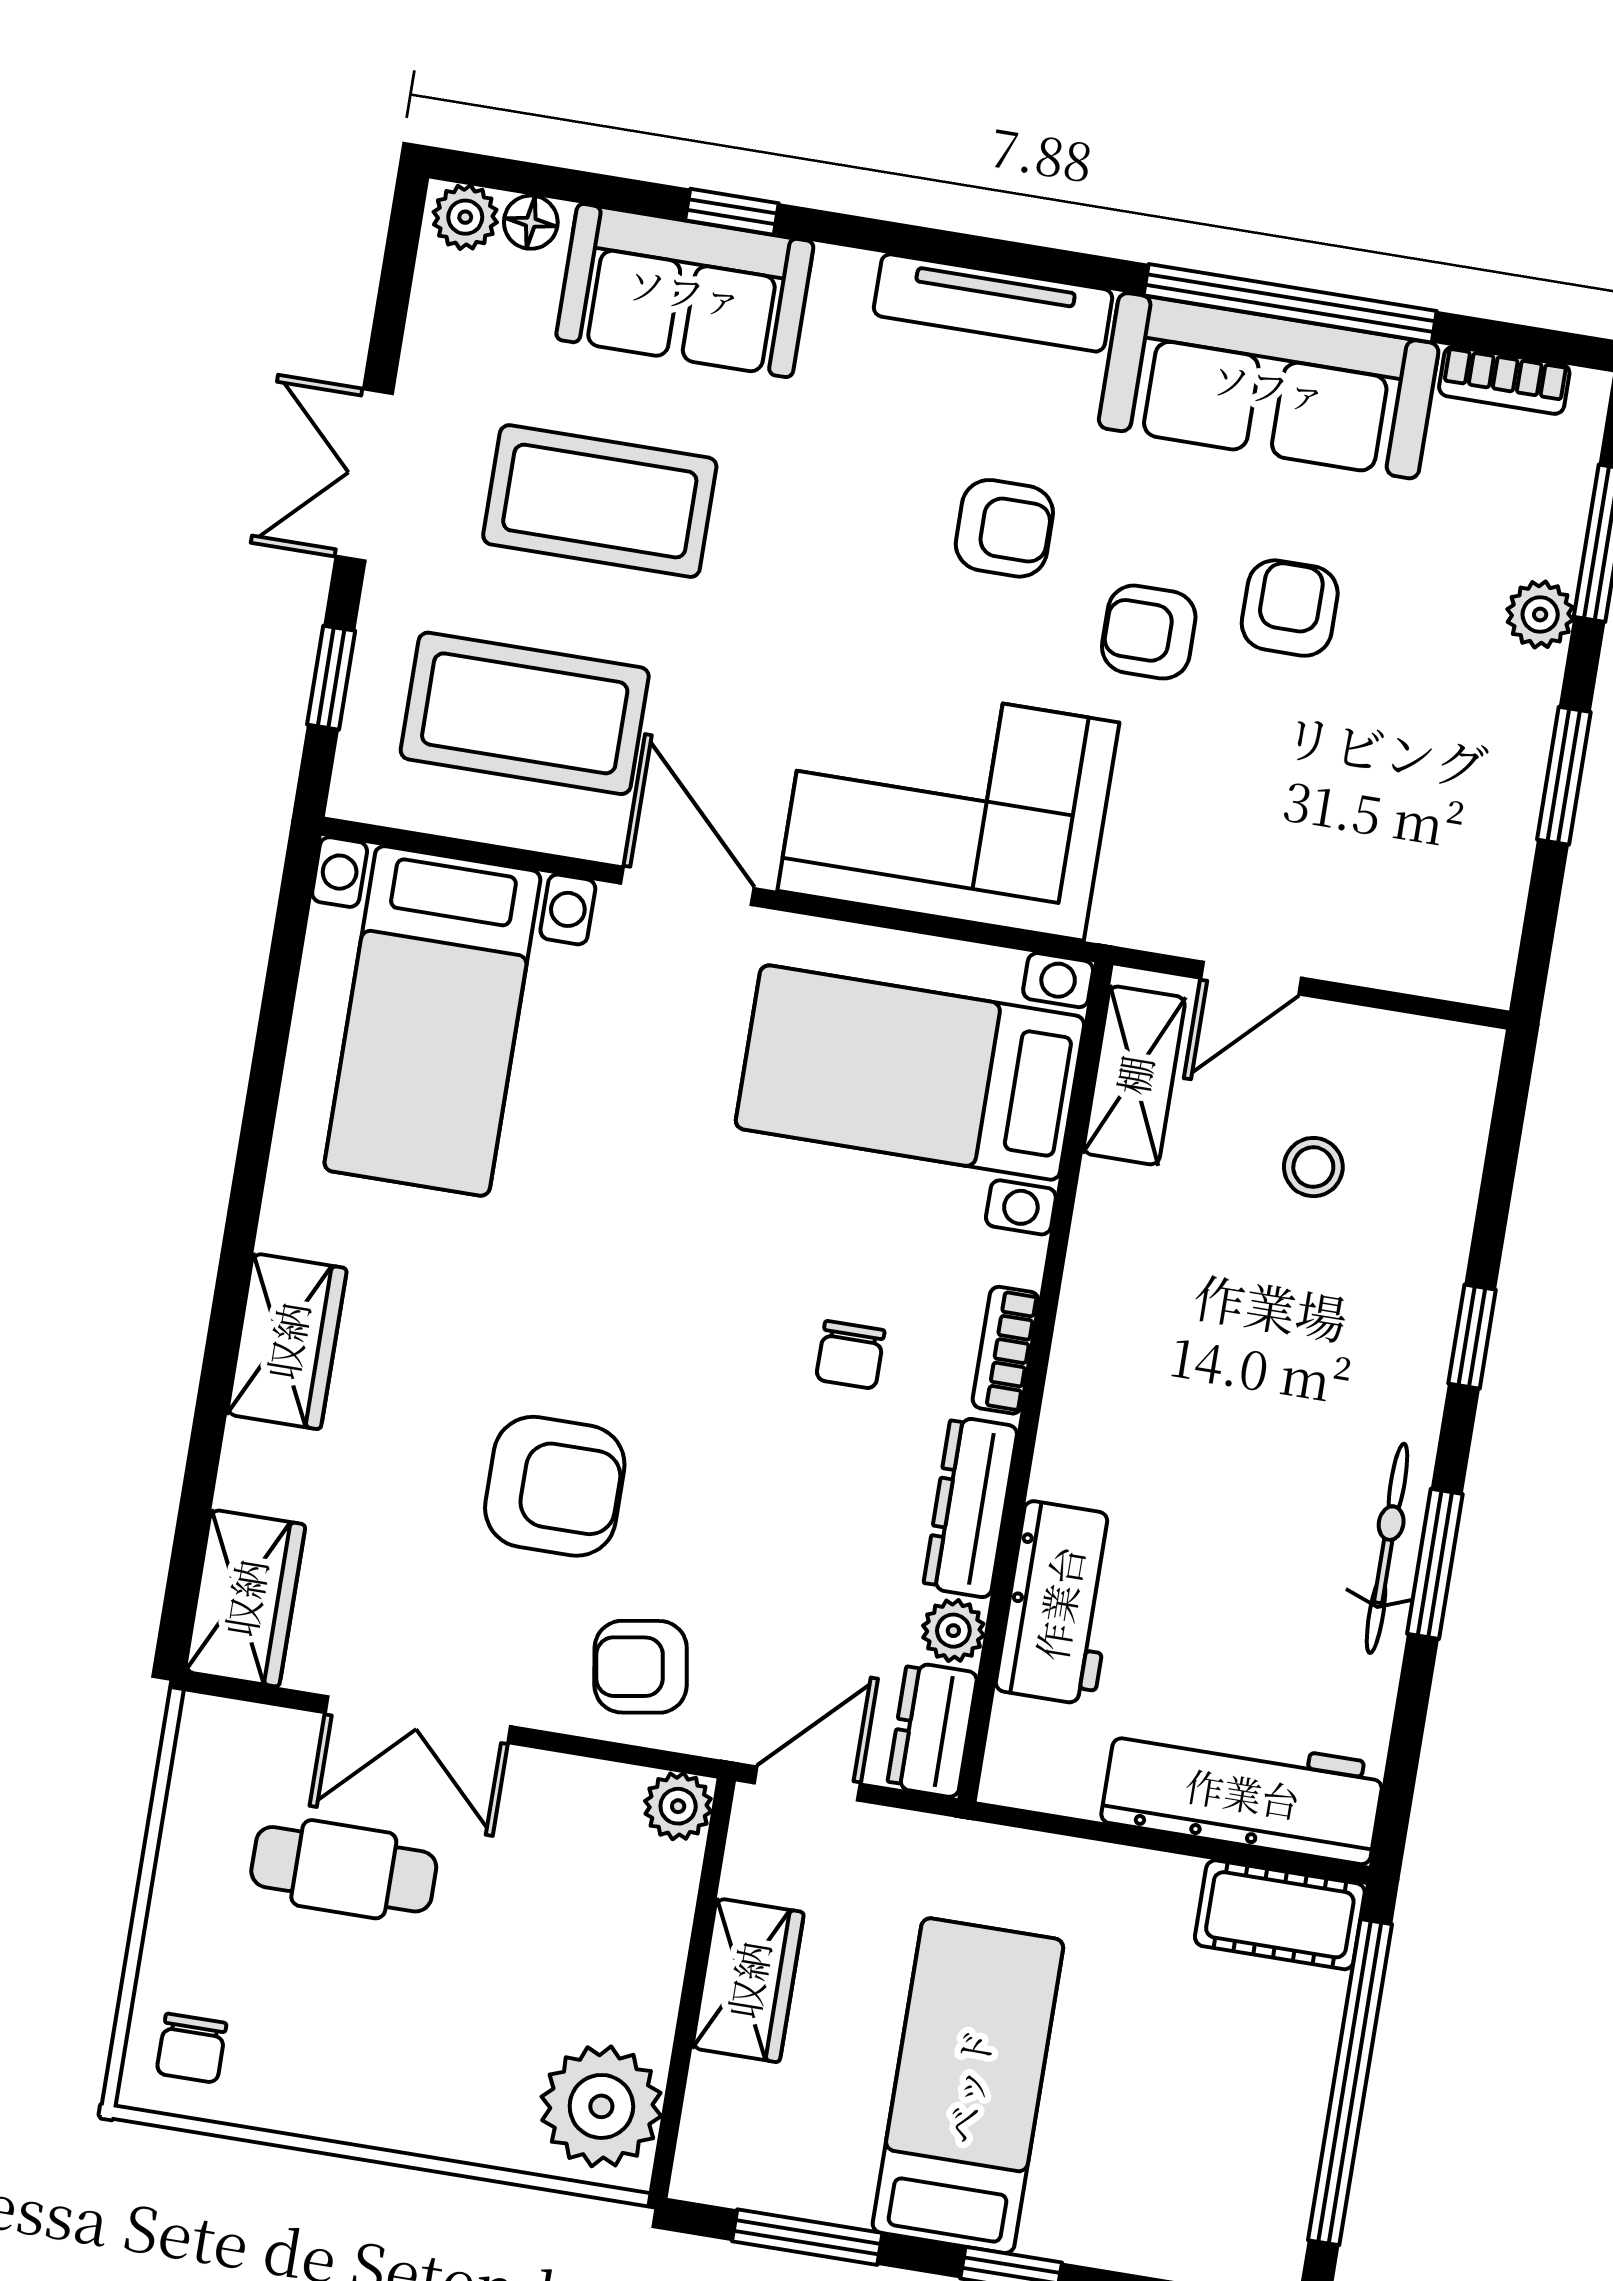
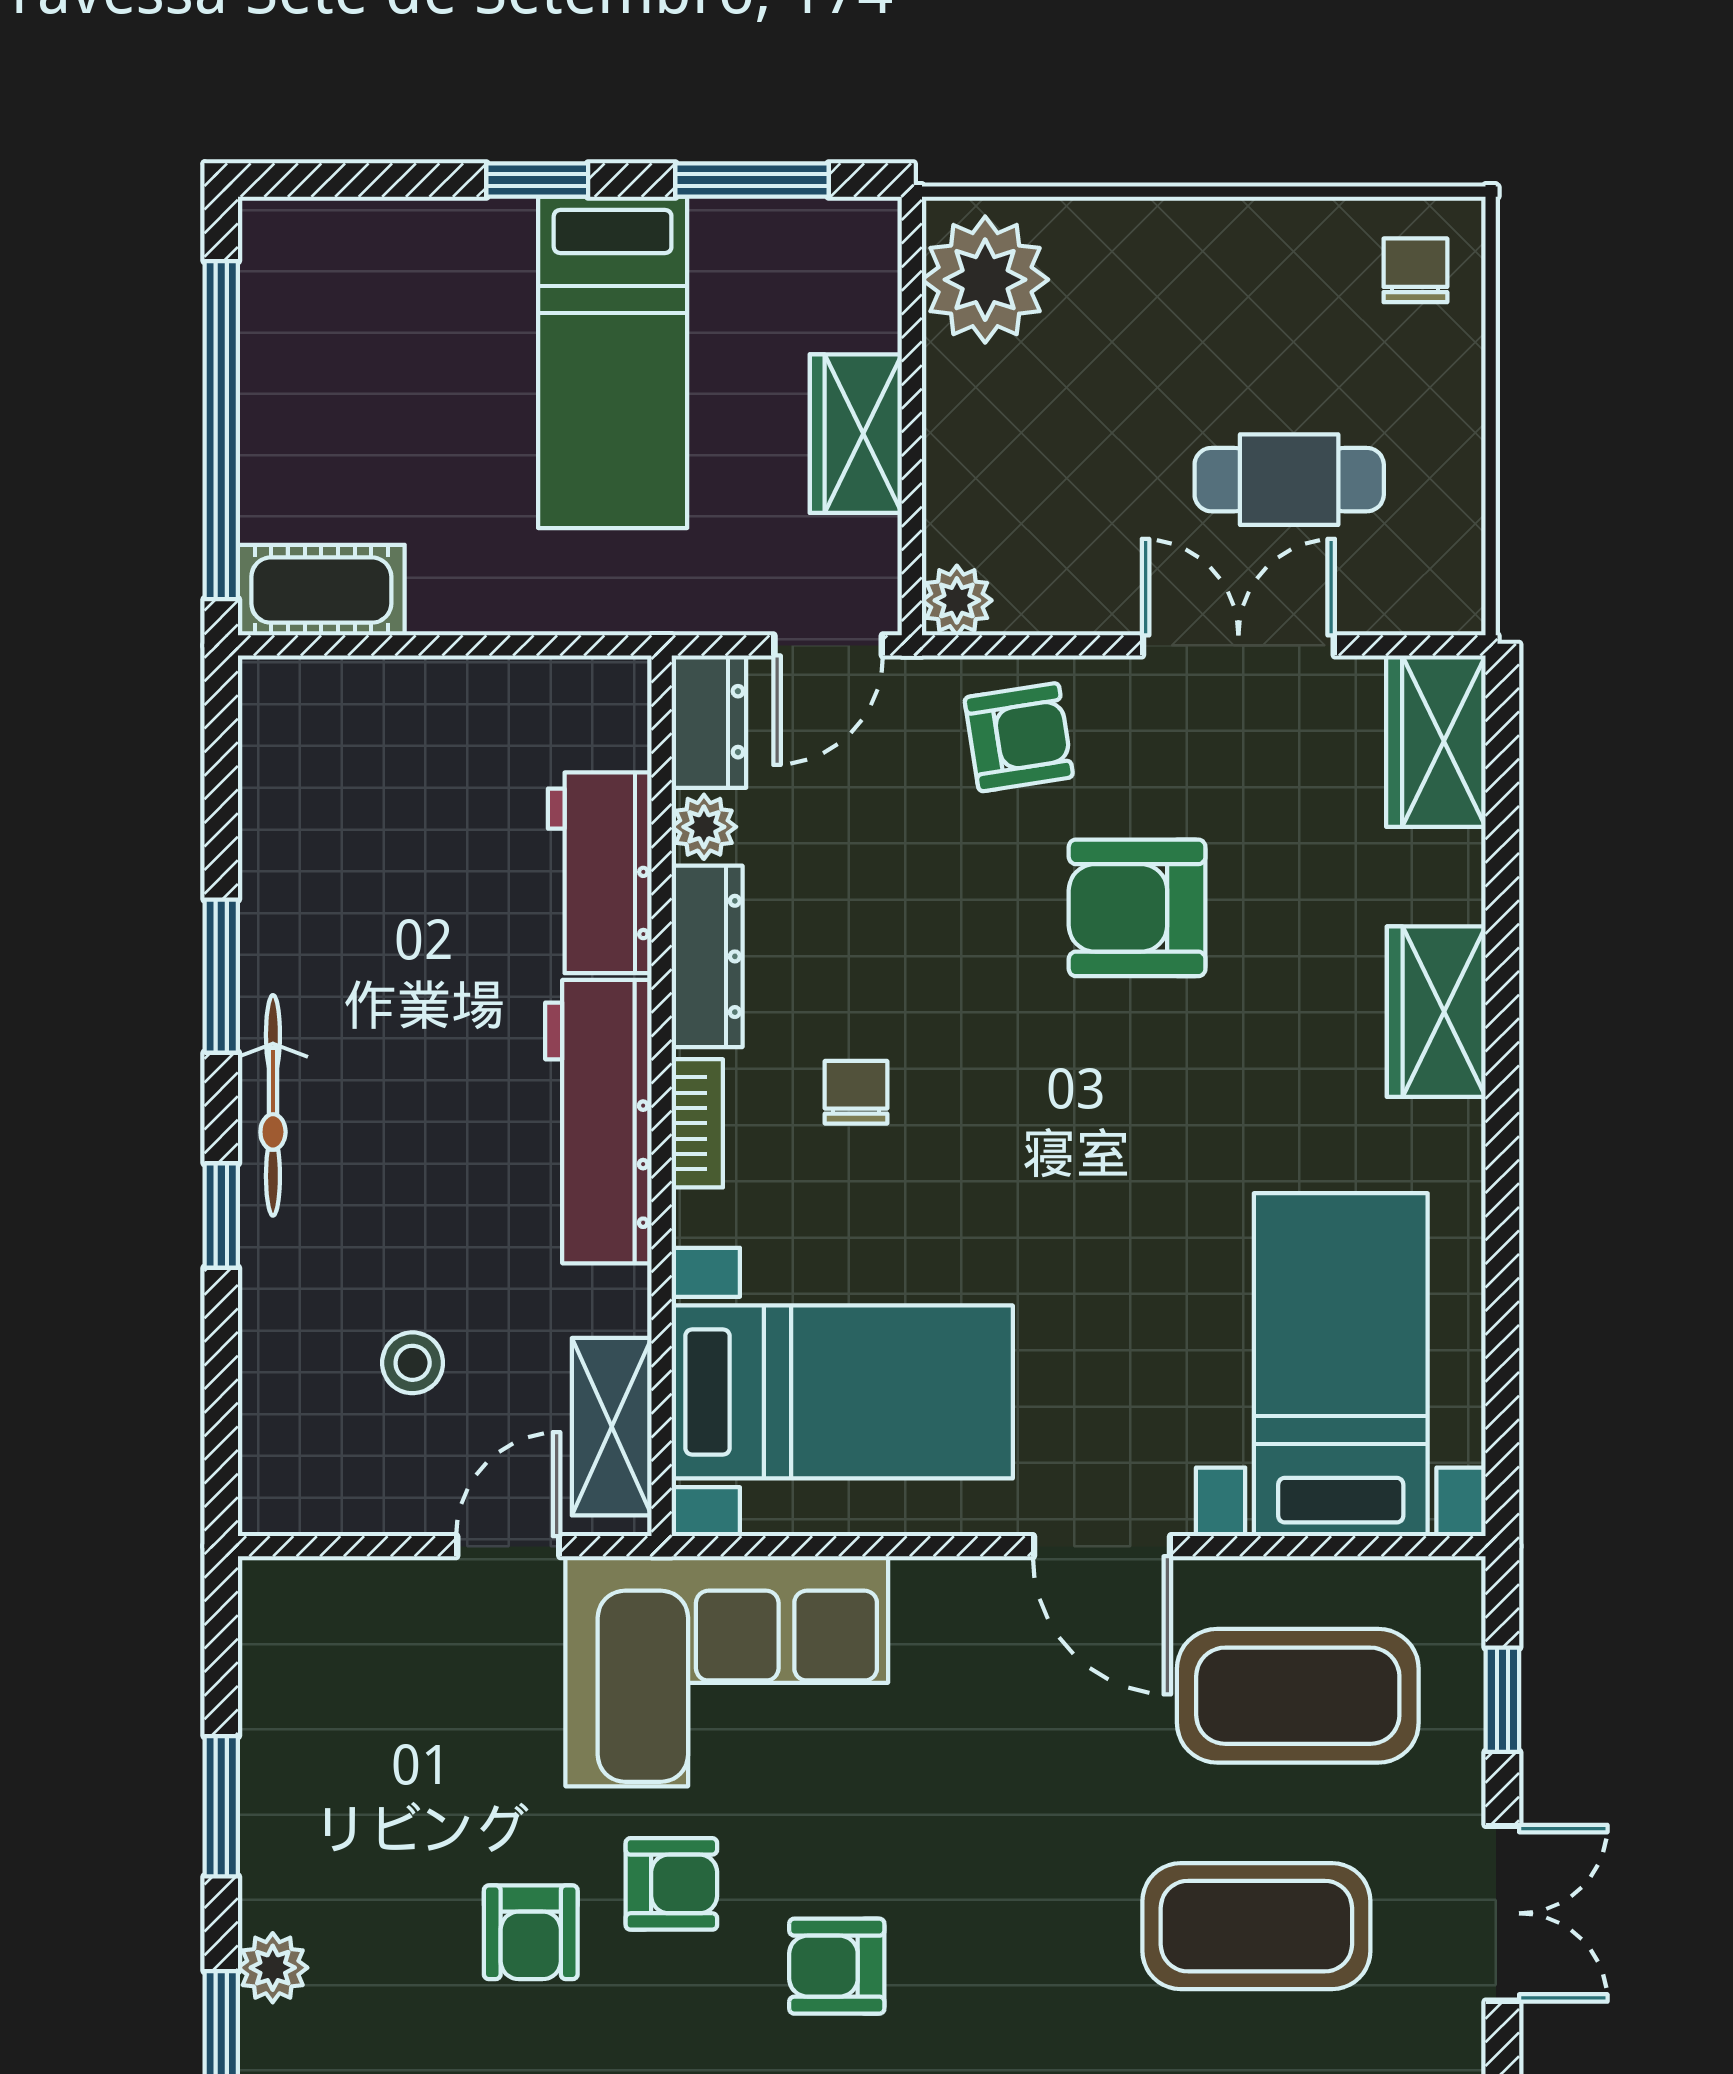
corner sofa: (948, 807) -> (727, 1671), moved
bicycle: (1387, 1548) -> (273, 1105), moved
workbench: (1243, 1793) -> (598, 1122), moved, turned 90

